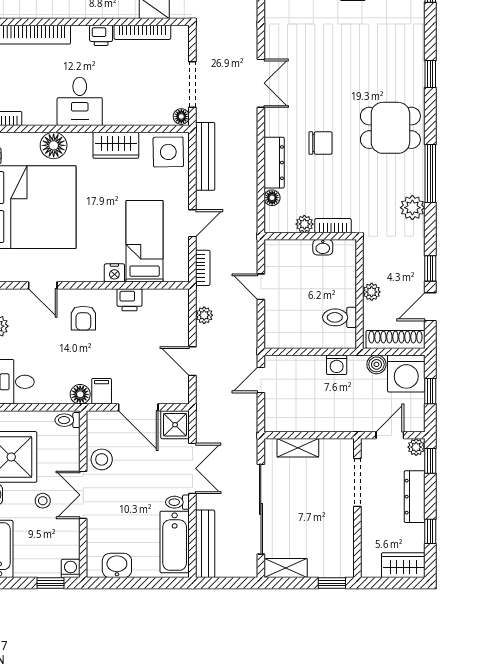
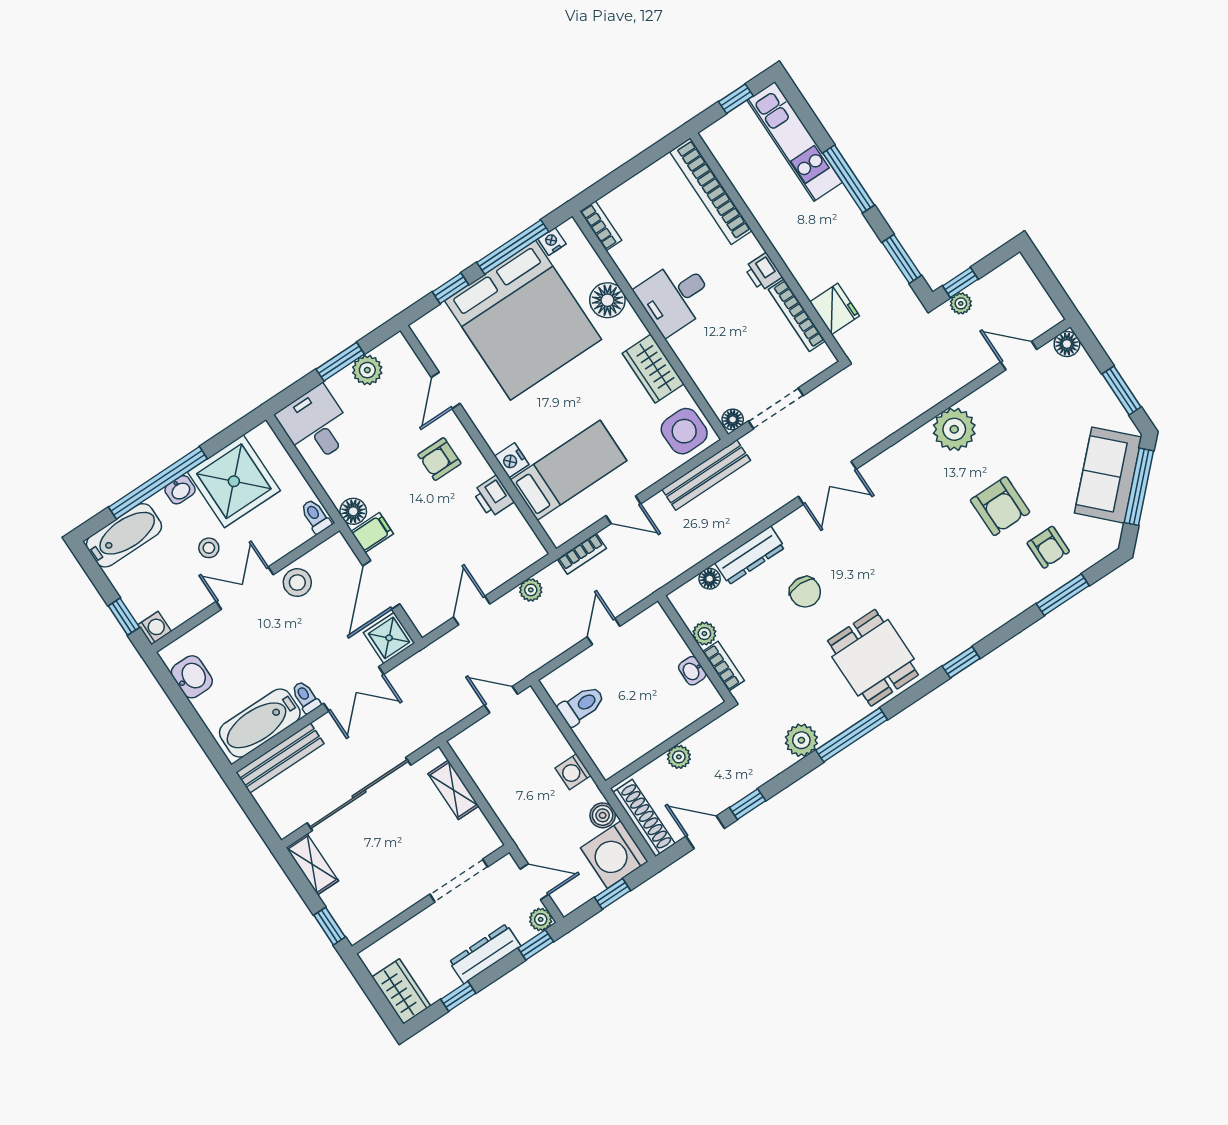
toilet: (339, 317) -> (581, 705), moved, turned 90

